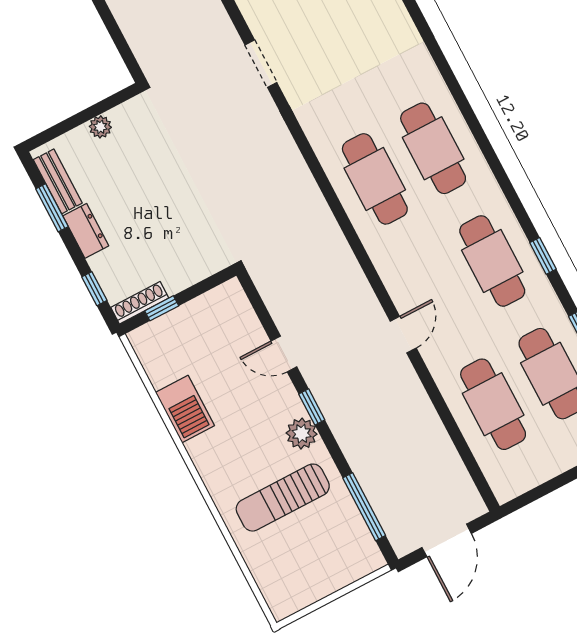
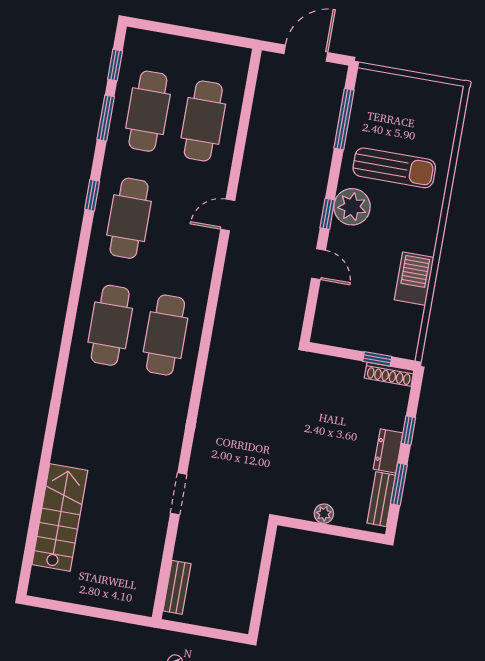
doorway: (261, 64) -> (179, 494), moved
window: (94, 289) -> (408, 430), moved
plant: (302, 434) -> (352, 207), width x1.36, depth x1.36

